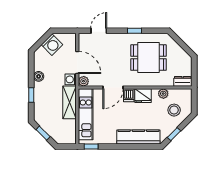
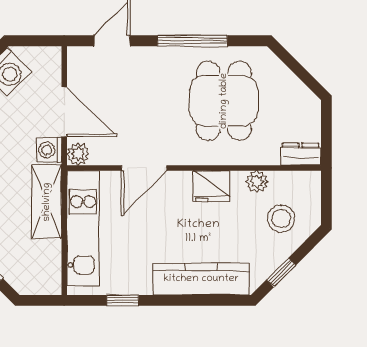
window: (134, 31) -> (192, 41), width x2.17
dining table: (149, 58) -> (224, 101), turned 90
dishwasher: (129, 95) -> (180, 185), removed
window: (91, 147) -> (123, 300), moved

